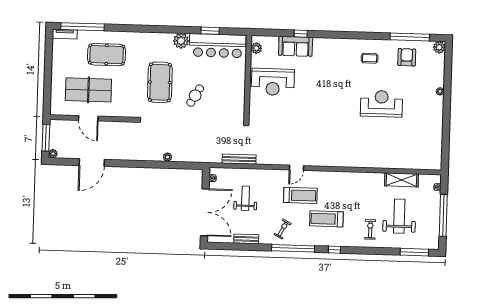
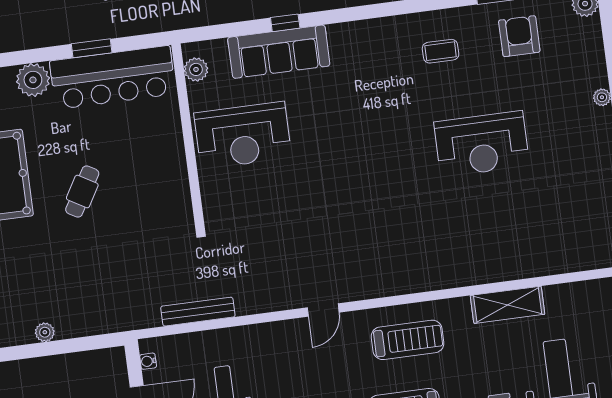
sofa: (296, 46) -> (279, 52), width x1.36
reception desk: (381, 104) -> (482, 144), turned 180
shelving: (401, 180) -> (508, 305), moved
treadmill: (300, 195) -> (408, 340), moved

